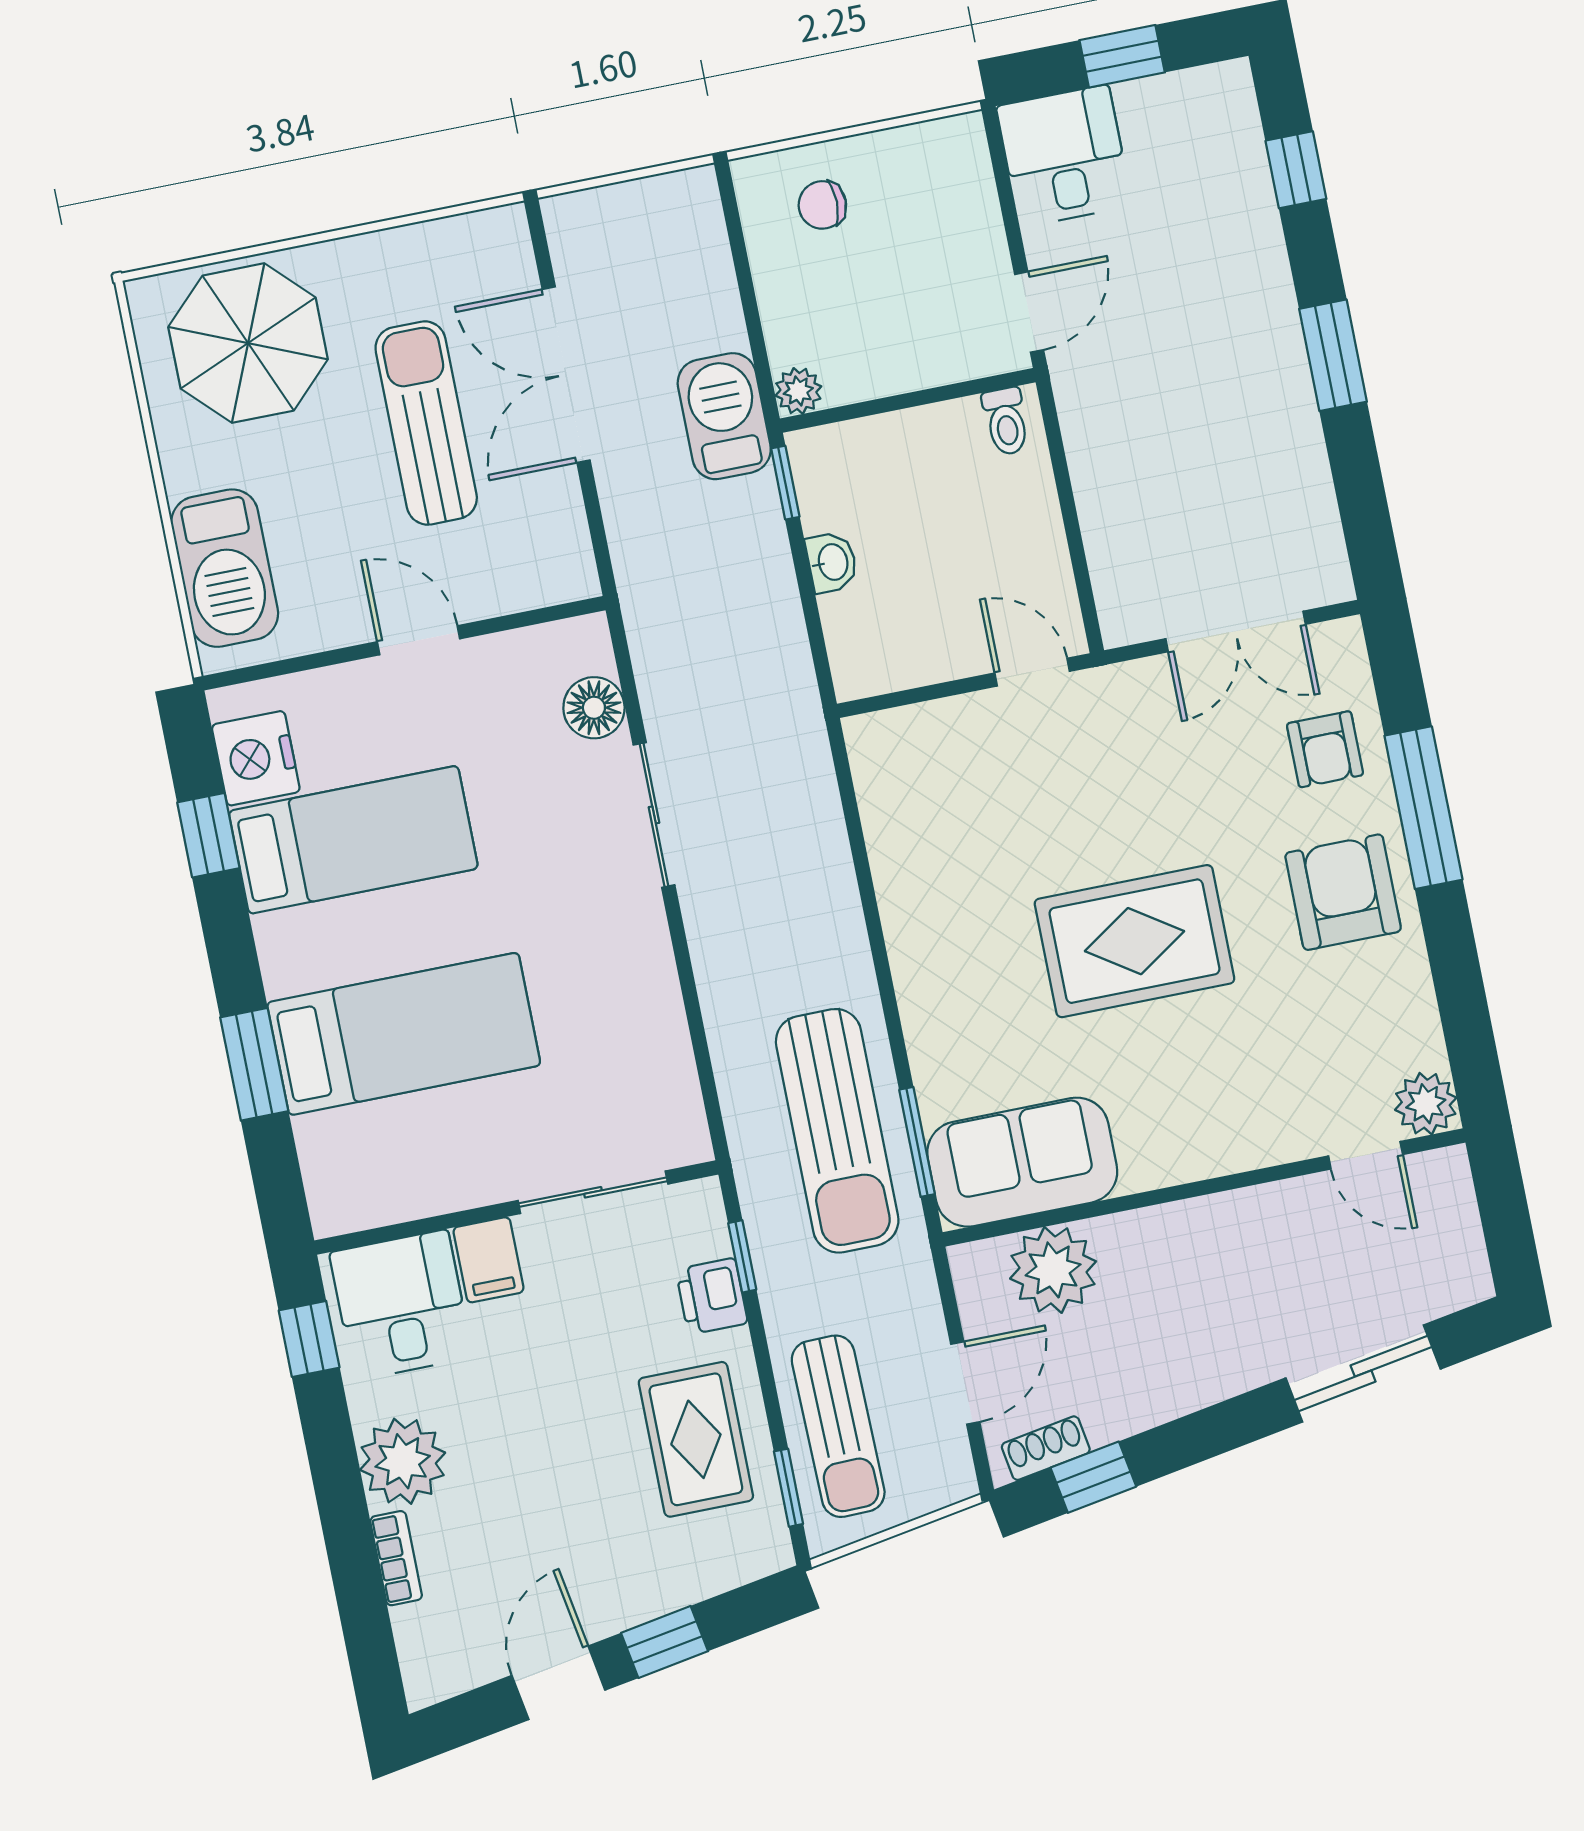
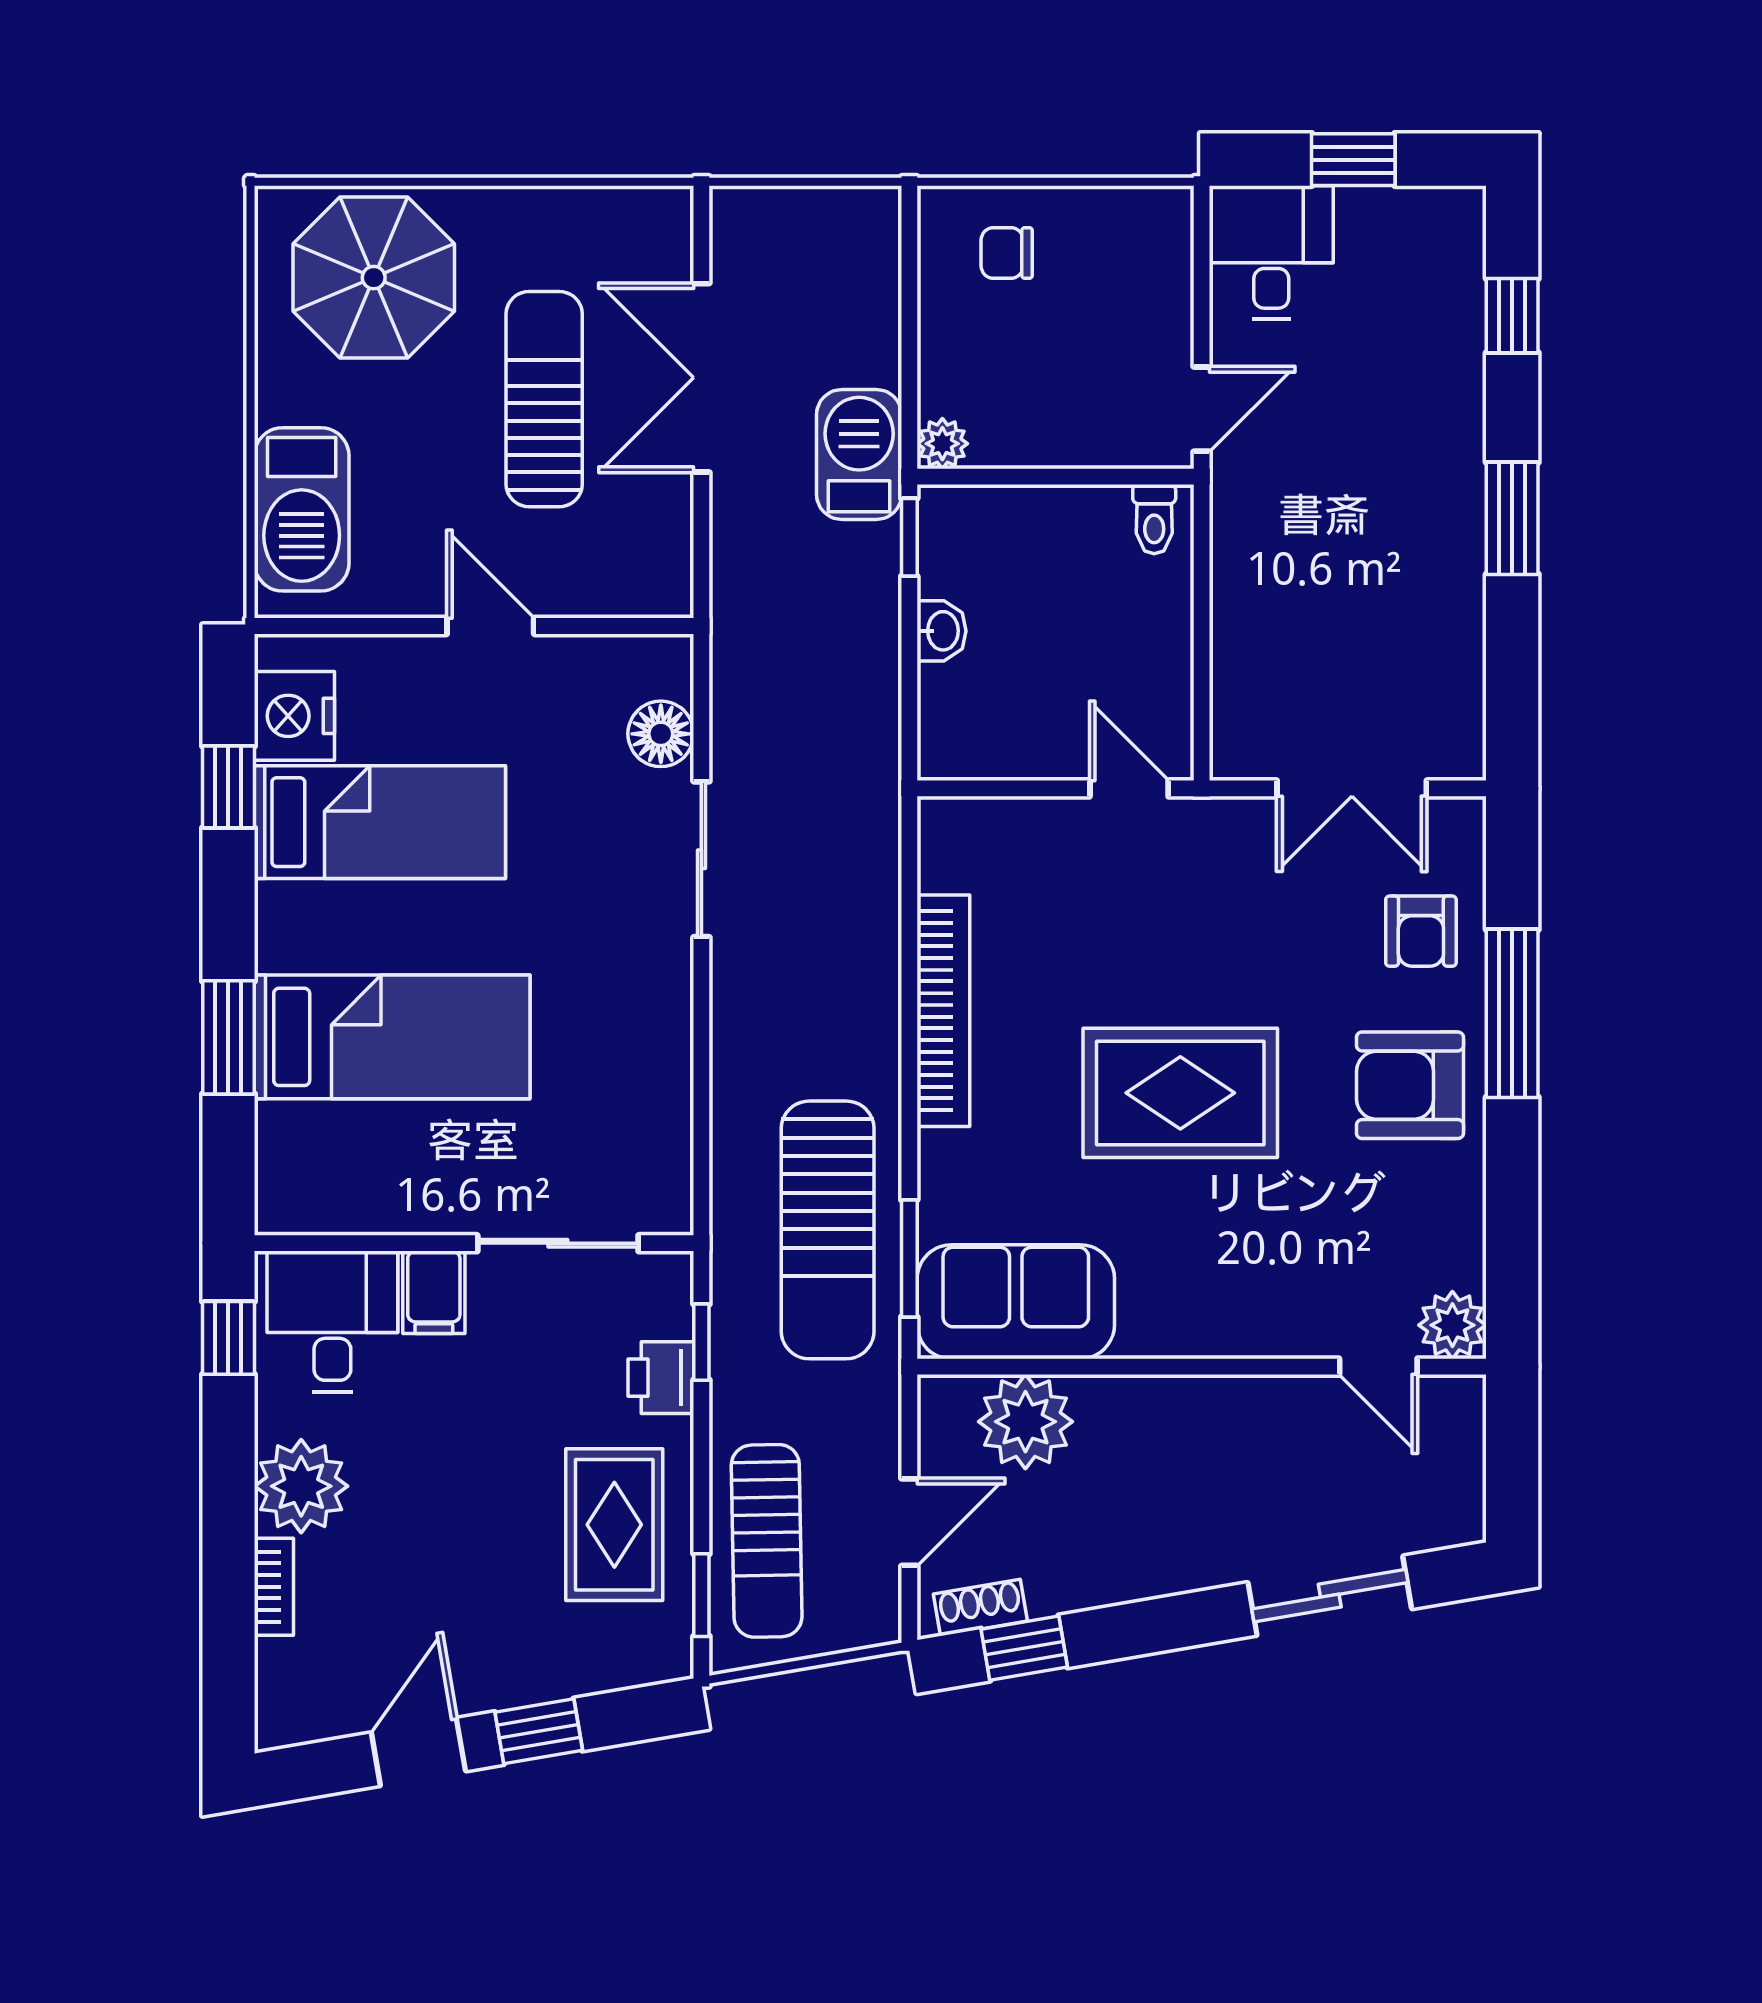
armchair: (1343, 892) -> (1410, 1085), turned -90
bookcase: (903, 909) -> (943, 1011), added

